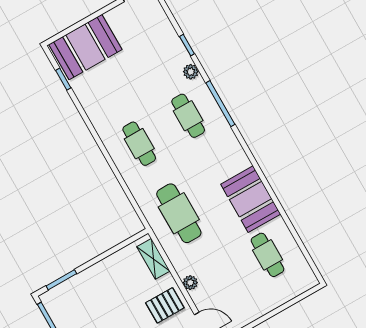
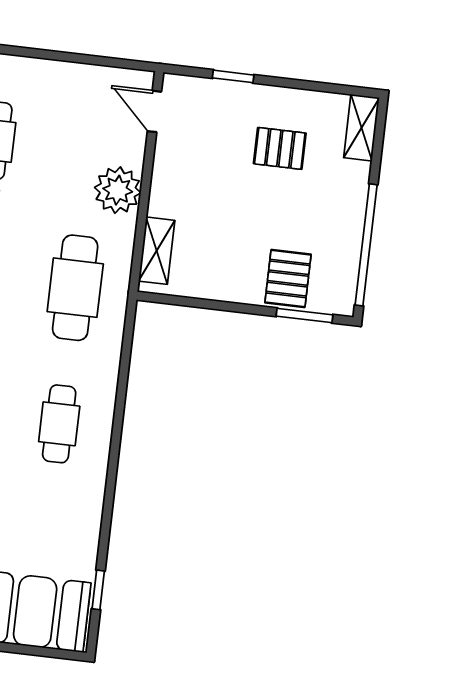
plant: (190, 283) -> (118, 190), width x1.88, depth x1.88
pallet: (165, 305) -> (288, 278), moved, turned 90

